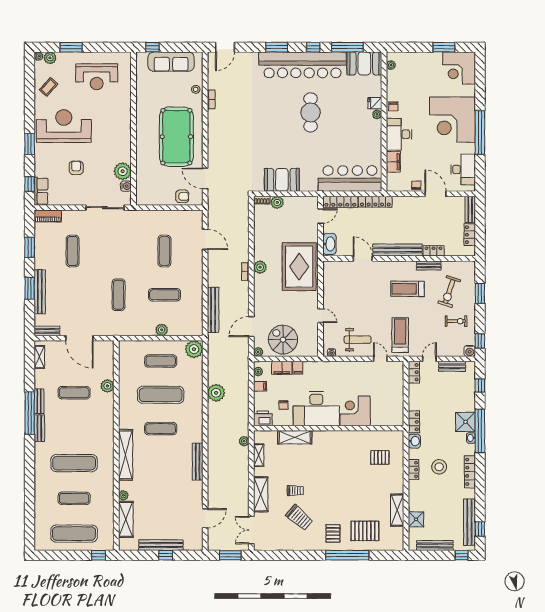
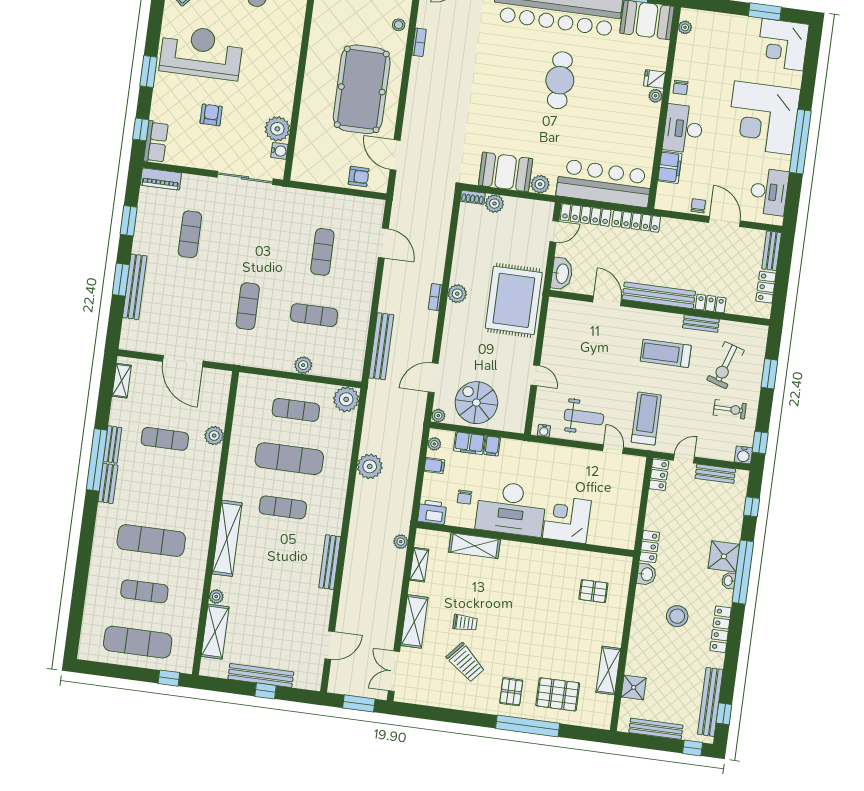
plant: (306, 185) -> (540, 184), added
bench: (47, 331) -> (138, 345), removed
locker: (413, 470) -> (640, 615), removed

